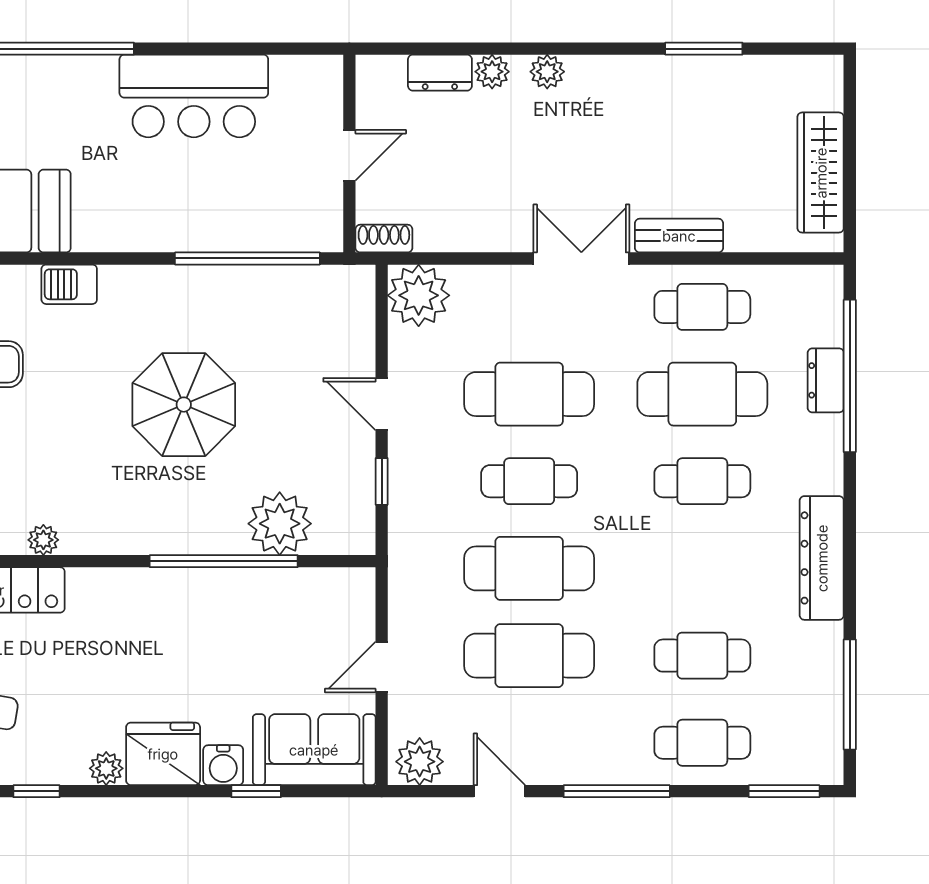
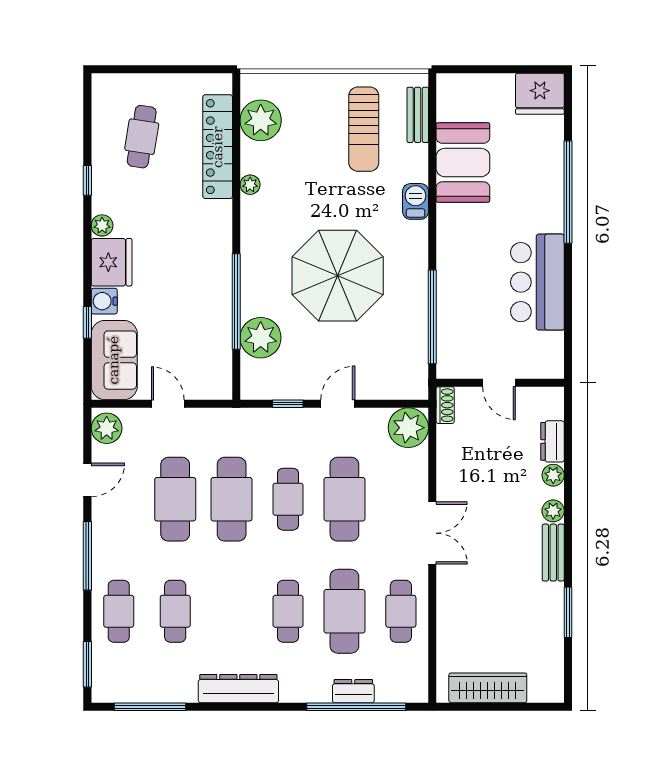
bench: (679, 236) -> (553, 553), moved
parasol: (184, 405) -> (338, 276), width x1.36, depth x1.36

